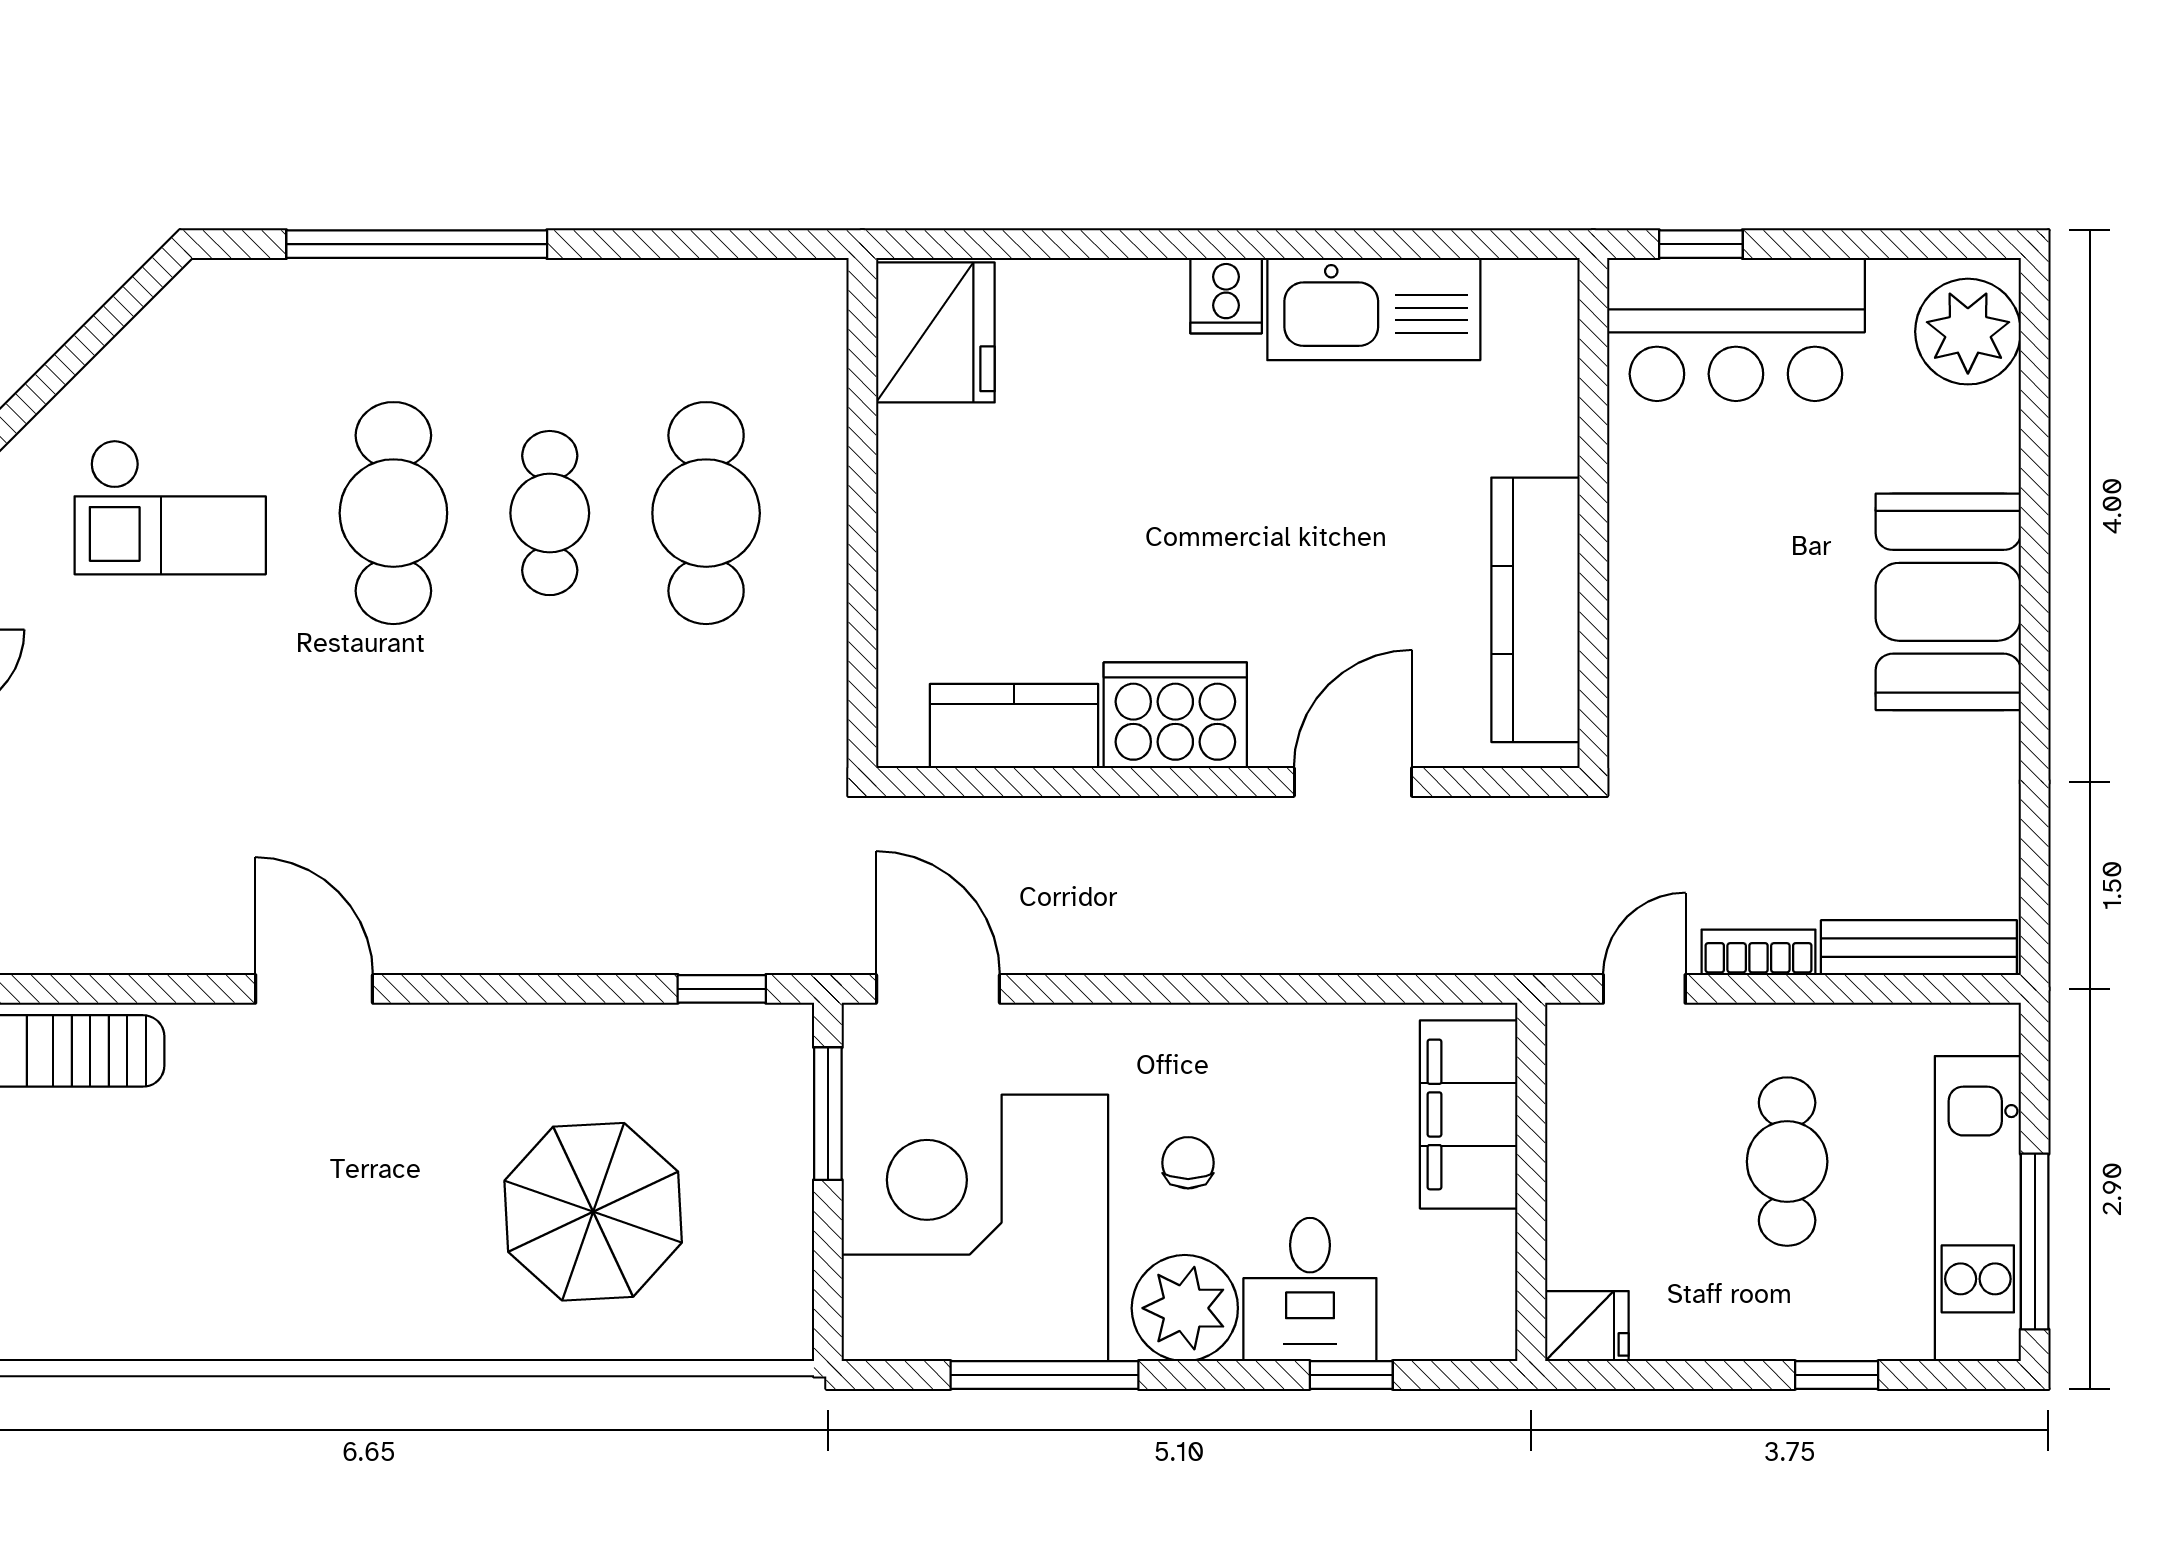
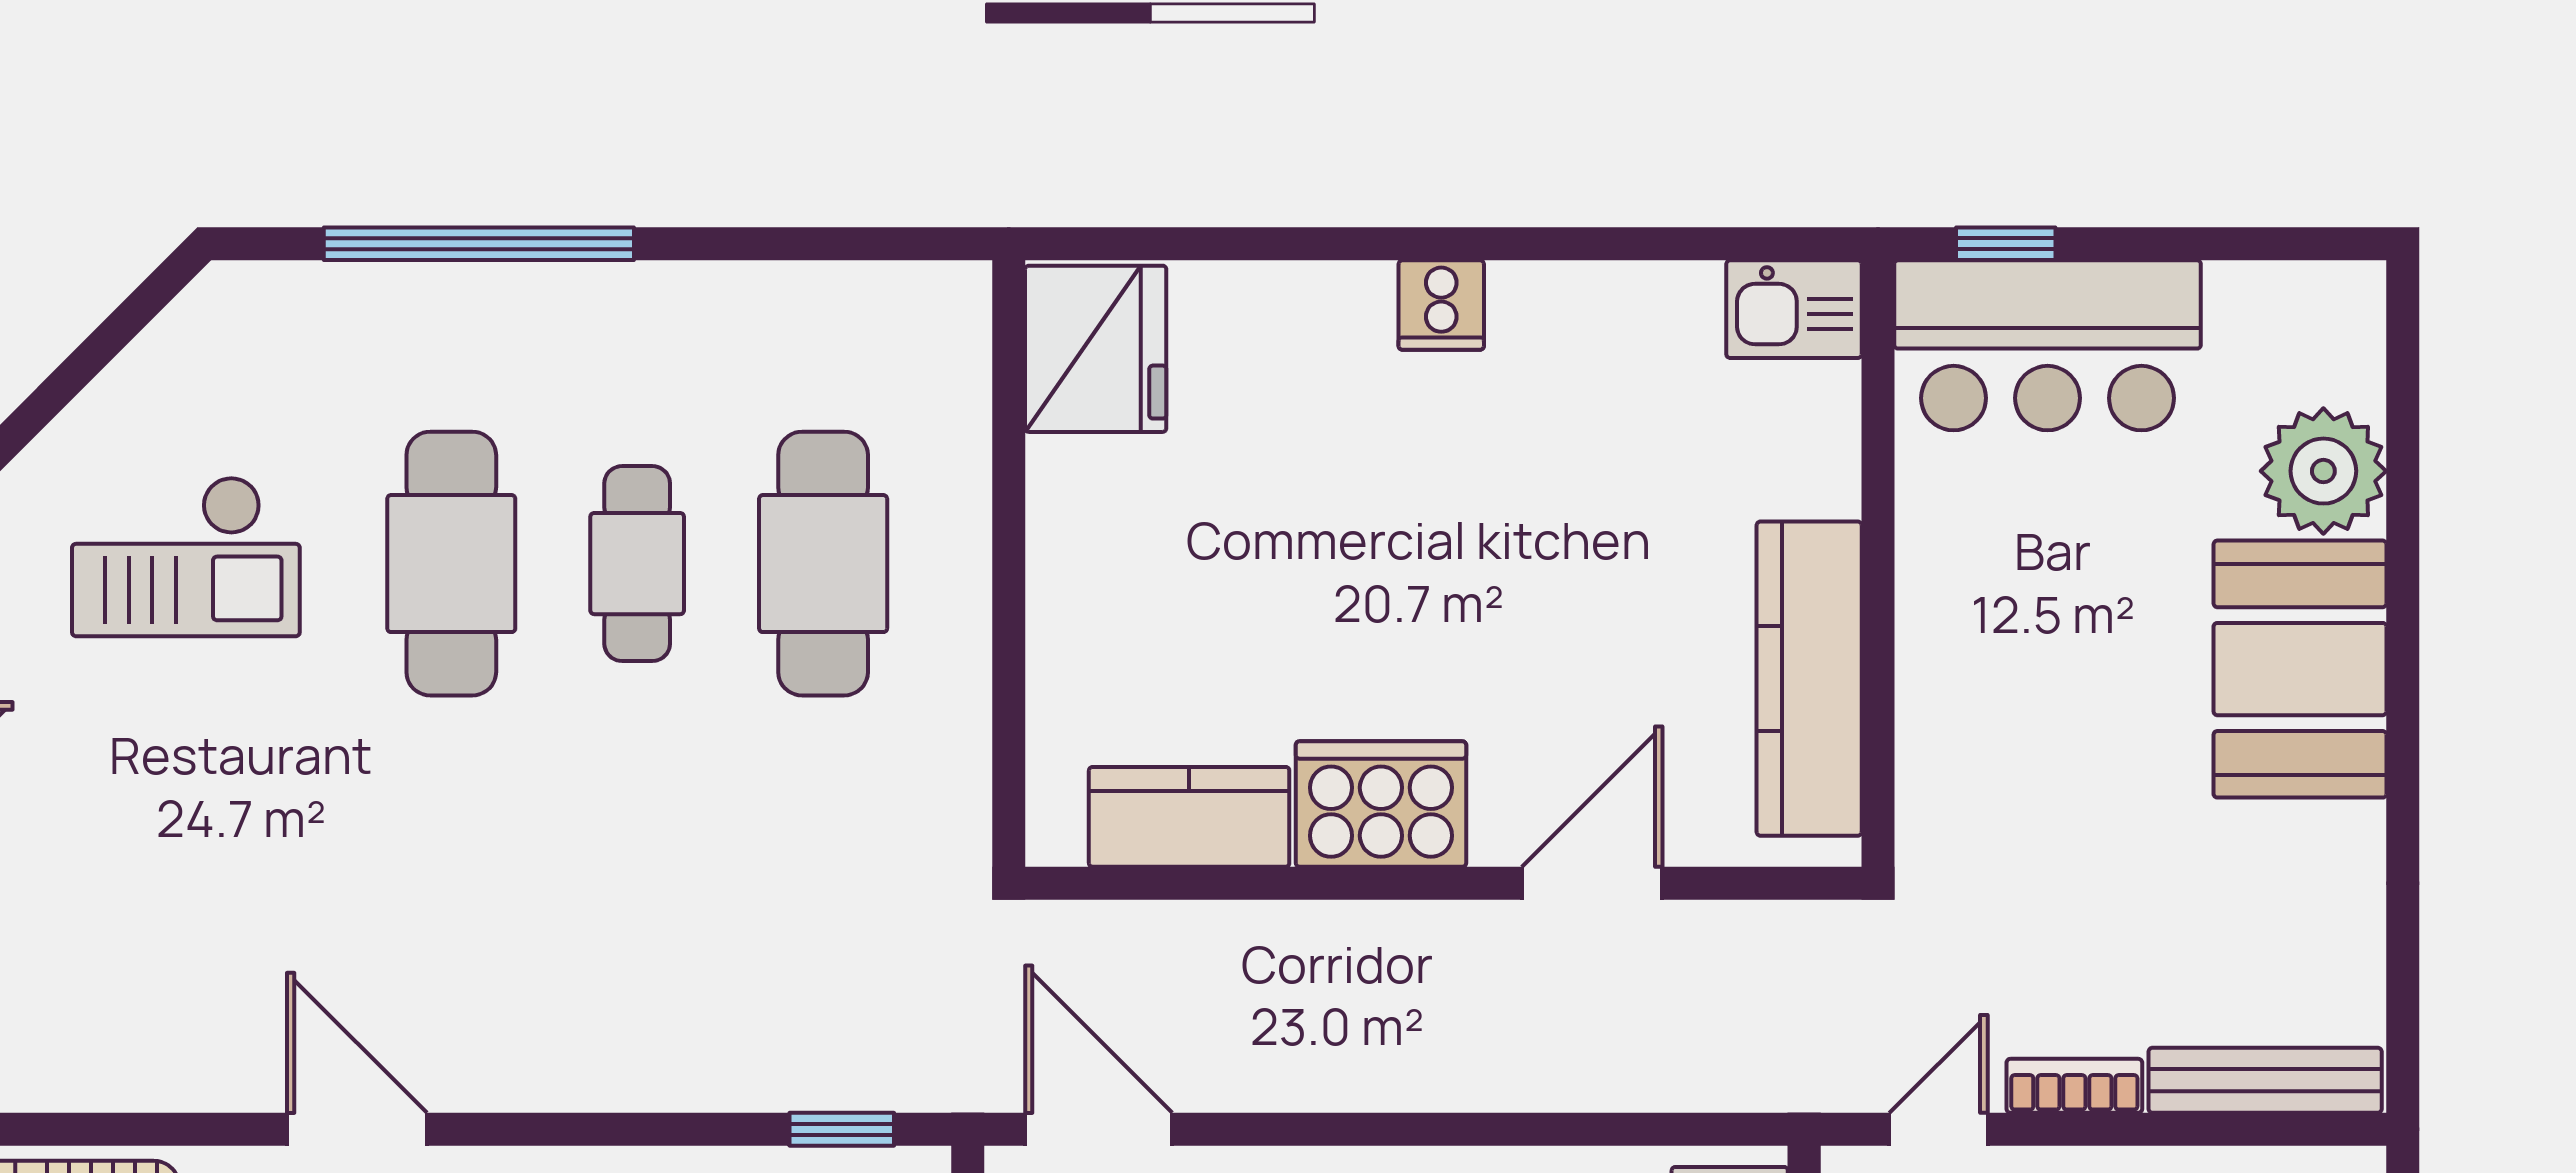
kitchen sink: (1374, 309) -> (1794, 309), moved, width x0.53, depth x0.81
plant: (1968, 332) -> (2323, 471), moved

